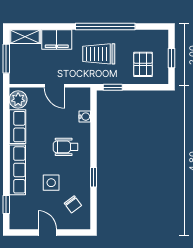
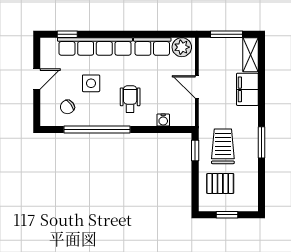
window: (105, 26) -> (262, 142), width x0.47
trolley: (99, 54) -> (223, 146), moved
door: (54, 86) -> (197, 87), hinge flipped
row of seats: (17, 170) -> (95, 46), width x1.36
window: (94, 177) -> (97, 130), width x3.17

